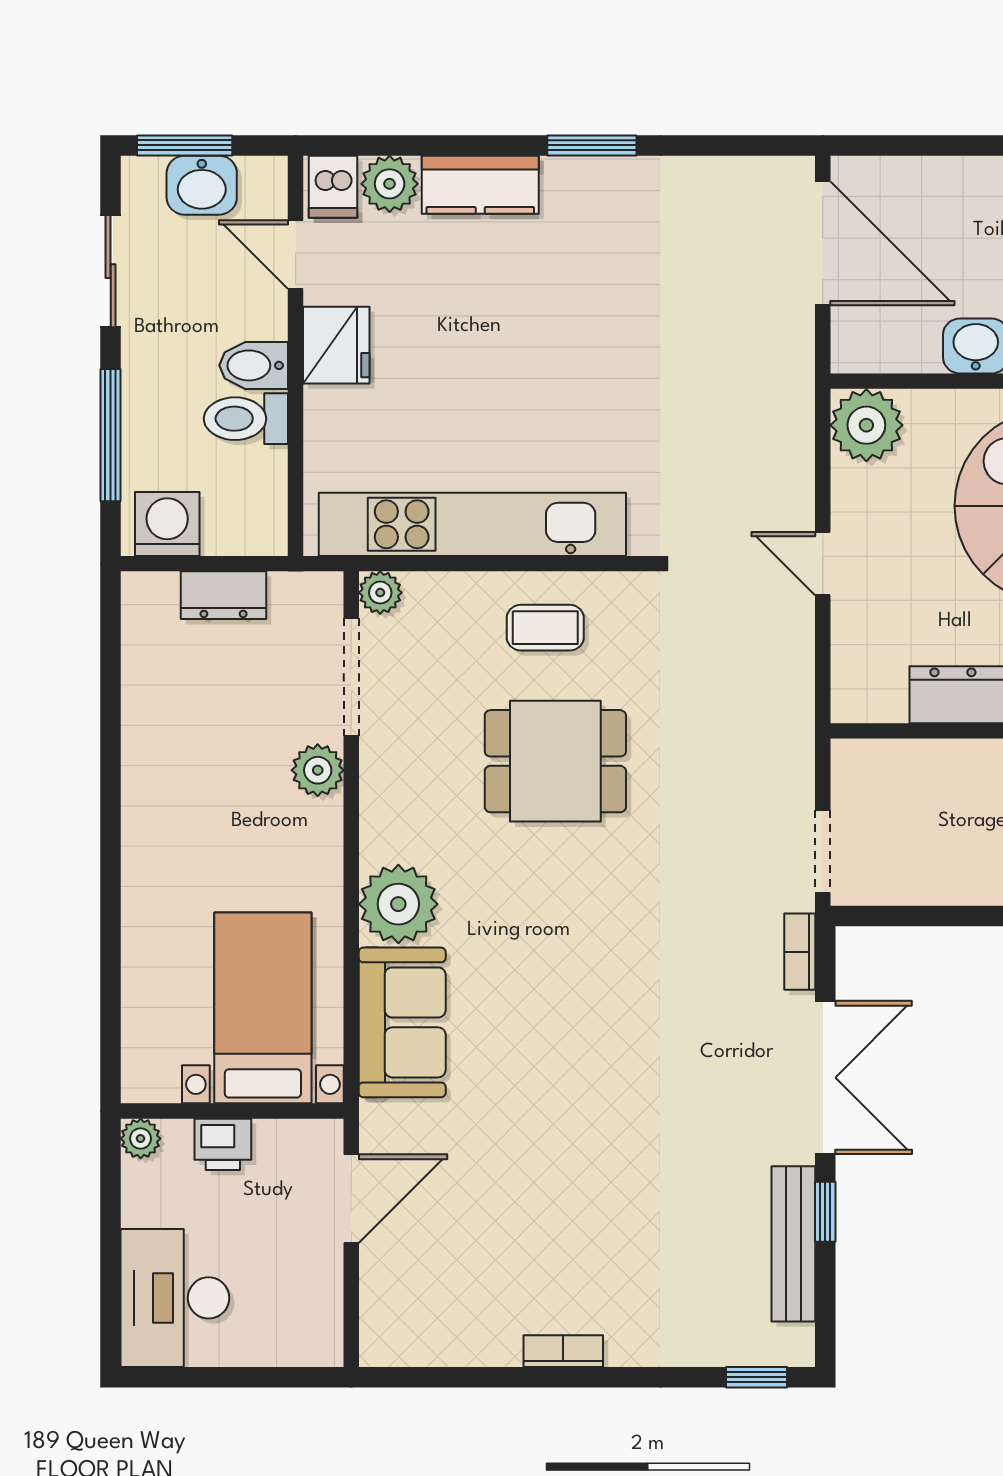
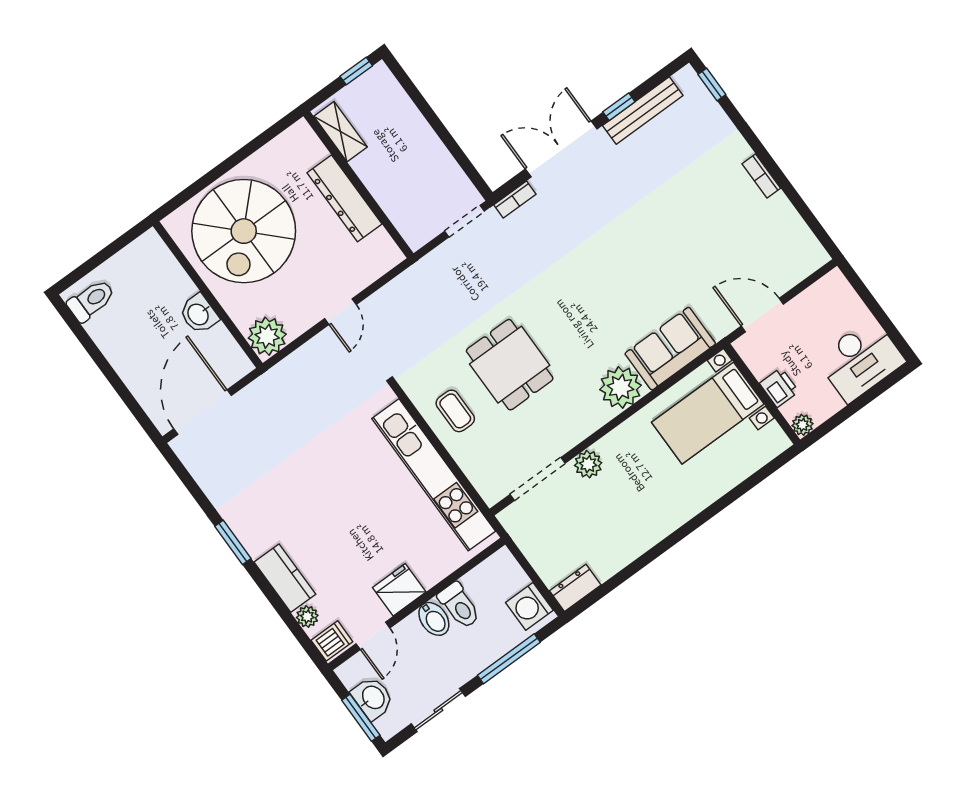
plant: (390, 184) -> (307, 617), width x0.73, depth x0.73
plant: (380, 593) -> (492, 493), removed
dresser: (224, 595) -> (575, 588), moved, turned -90

